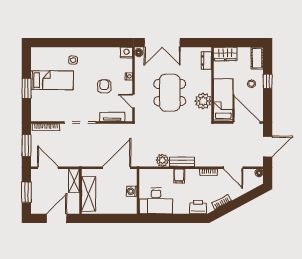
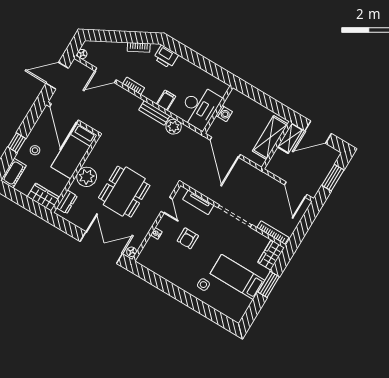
nightstand: (126, 53) -> (144, 259), removed
plant: (203, 101) -> (87, 177), moved
wardrobe: (37, 110) -> (271, 255), added
window: (26, 145) -> (304, 226), removed
door: (117, 168) -> (225, 147), hinge flipped
door: (233, 168) -> (106, 75), swing flipped
shelving: (74, 181) -> (290, 138), moved
desk: (156, 201) -> (200, 107), moved, turned 90

